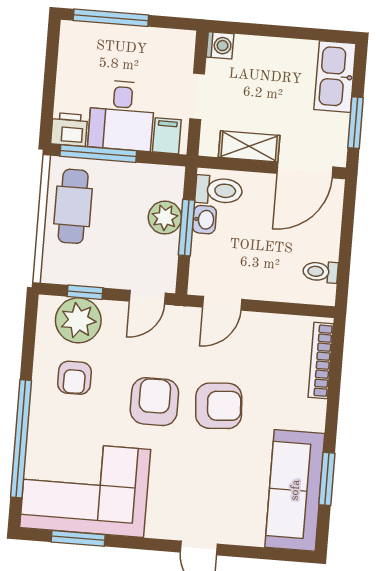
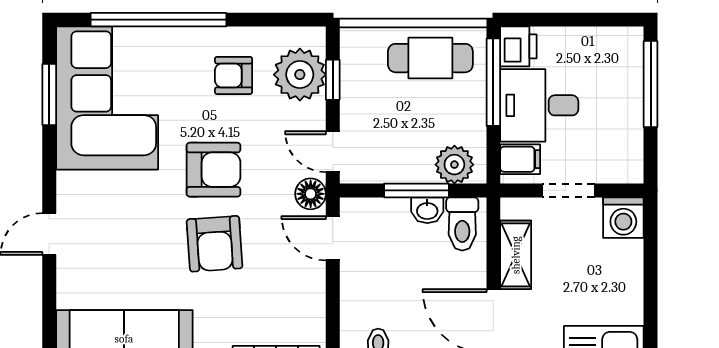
washing machine: (220, 45) -> (623, 218), width x1.38, depth x1.38
plant: (165, 218) -> (454, 165), moved
floor lamp: (182, 319) -> (311, 194), added

